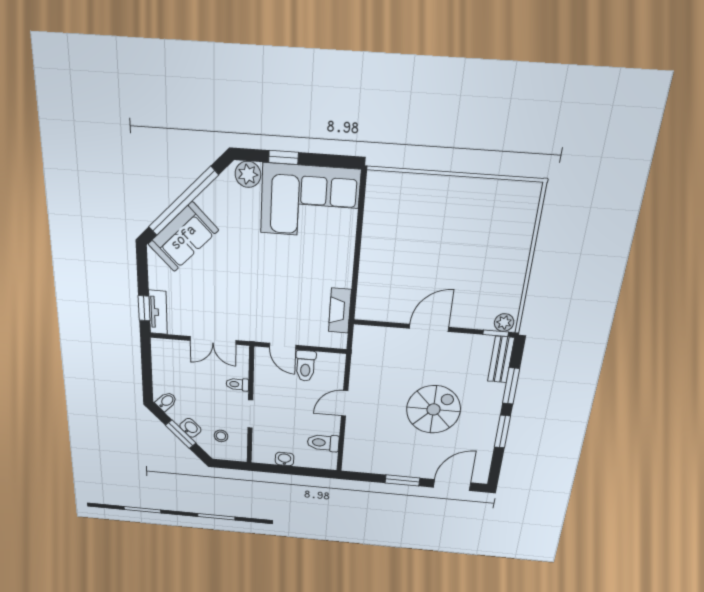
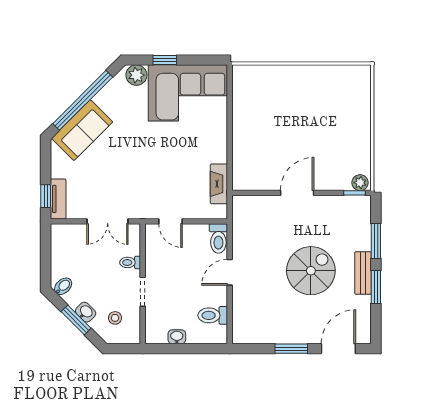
bench: (501, 359) -> (363, 273), moved
toilet: (305, 366) -> (218, 238), moved

